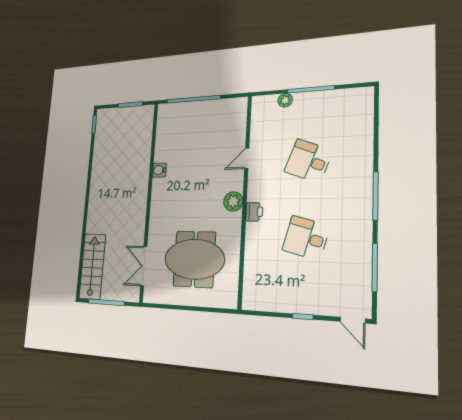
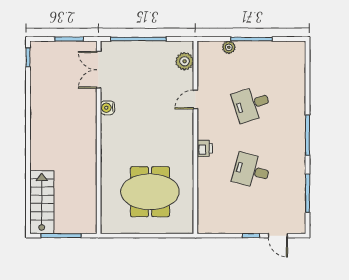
desk: (308, 161) -> (251, 104), turned -39
plant: (233, 201) -> (185, 61), moved
double door: (144, 266) -> (99, 70), moved
door: (353, 320) -> (278, 236), moved

